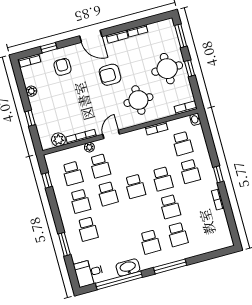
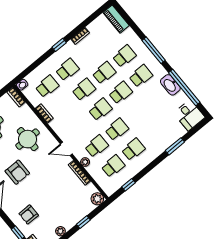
plant: (58, 140) -> (97, 199), moved
school desk: (88, 229) -> (121, 93), moved
piano: (218, 243) -> (116, 19), added

